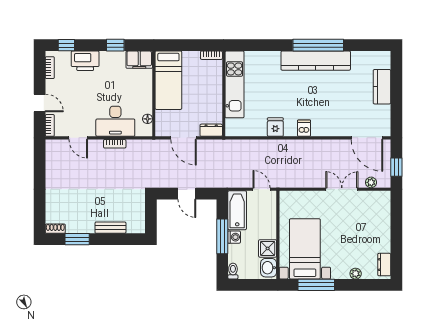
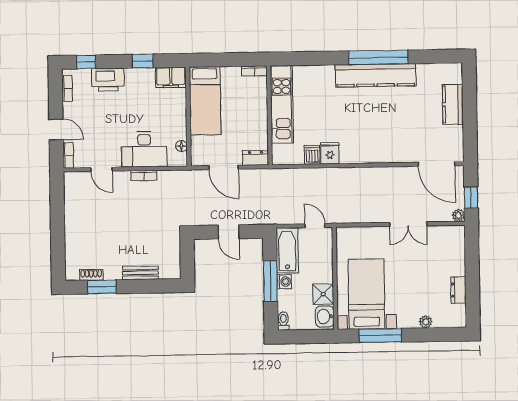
dishwasher: (304, 128) -> (312, 155), moved
plant: (371, 182) -> (458, 215), moved
double door: (342, 189) -> (408, 224), swing flipped
shoe rack: (55, 229) -> (91, 275), moved
dresser: (384, 265) -> (458, 290), moved

